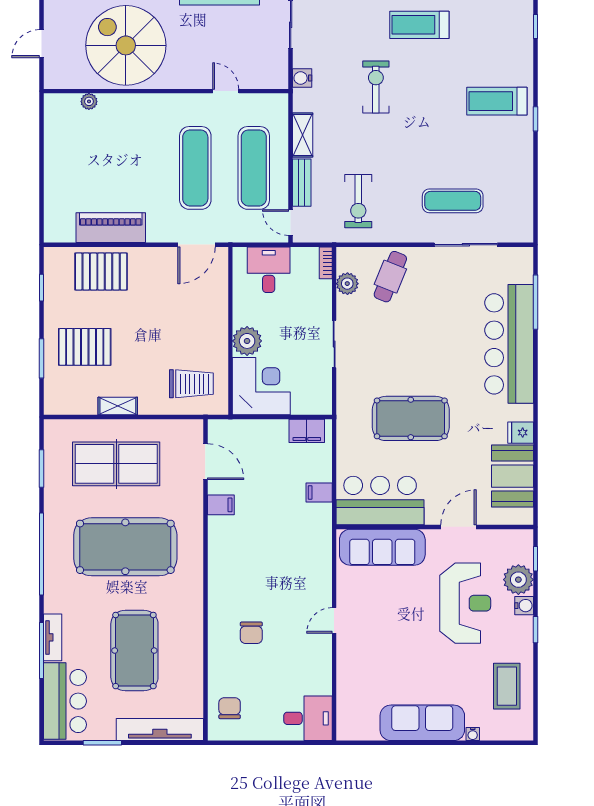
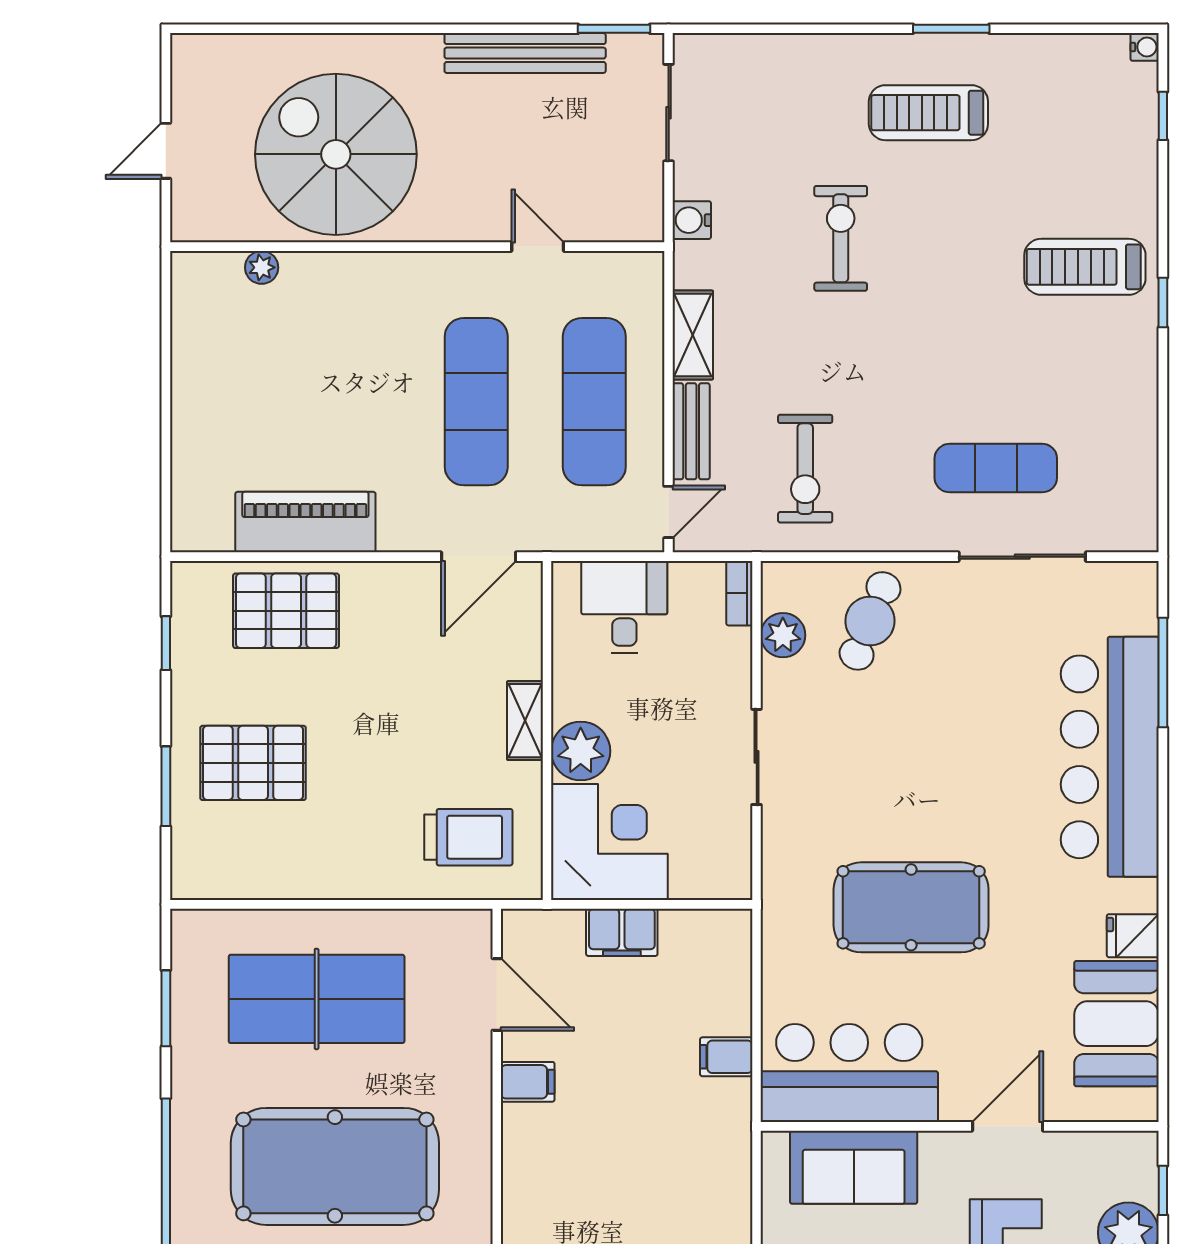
door: (291, 223) -> (669, 512), swing flipped
shelving: (118, 406) -> (525, 721), moved, turned 90
filing cabinet: (307, 431) -> (622, 932), moved
sofa: (382, 547) -> (854, 1167), width x0.73

